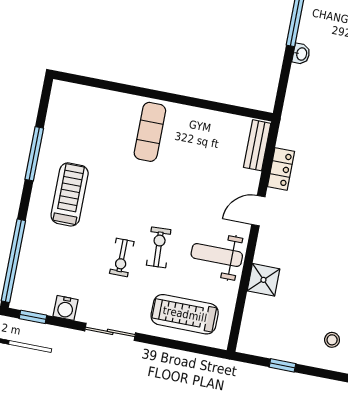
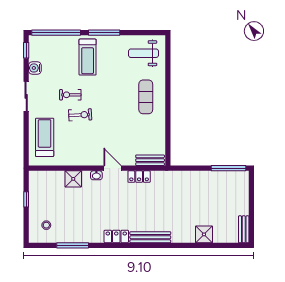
washbasin: (301, 54) -> (96, 175), moved
exercise mat: (150, 132) -> (146, 97), turned 90
window: (34, 154) -> (104, 33), moved
treadmill: (70, 194) -> (88, 57), moved, turned 90
weight bench: (217, 255) -> (143, 53), moved, turned -90

